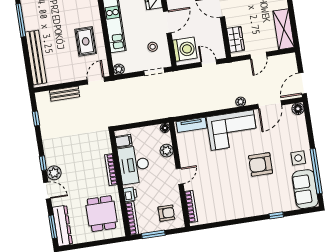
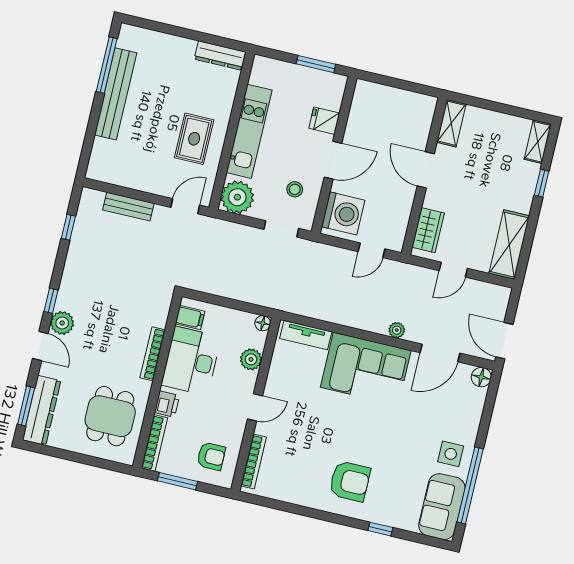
bench: (36, 57) -> (116, 94), moved
door: (209, 63) -> (372, 250), swing flipped
plant: (119, 69) -> (237, 197), width x1.87, depth x1.87
door: (303, 83) -> (504, 341), hinge flipped
armchair: (261, 164) -> (350, 481), moved, turned 180

